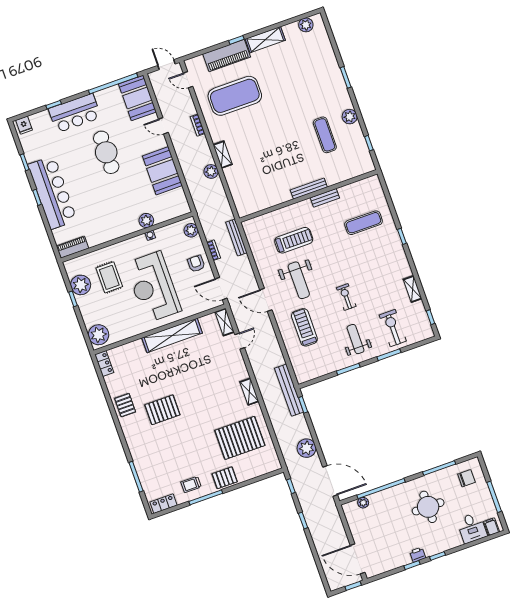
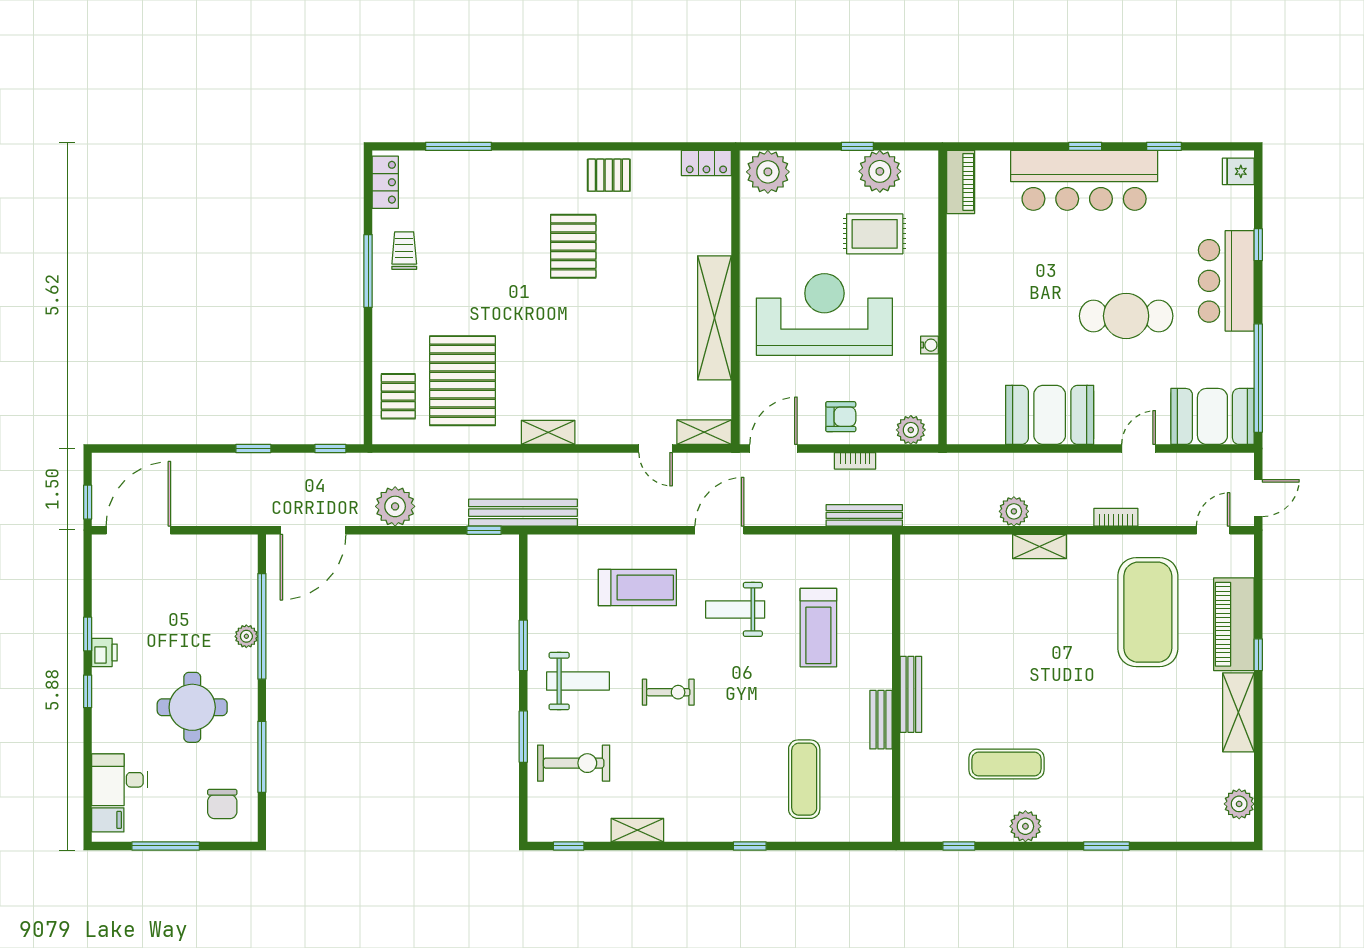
plant: (146, 221) -> (962, 348), removed
weight bench: (299, 280) -> (735, 609), width x0.73, depth x0.75
pallet: (225, 478) -> (398, 396), moved
plant: (363, 503) -> (246, 636), moved

